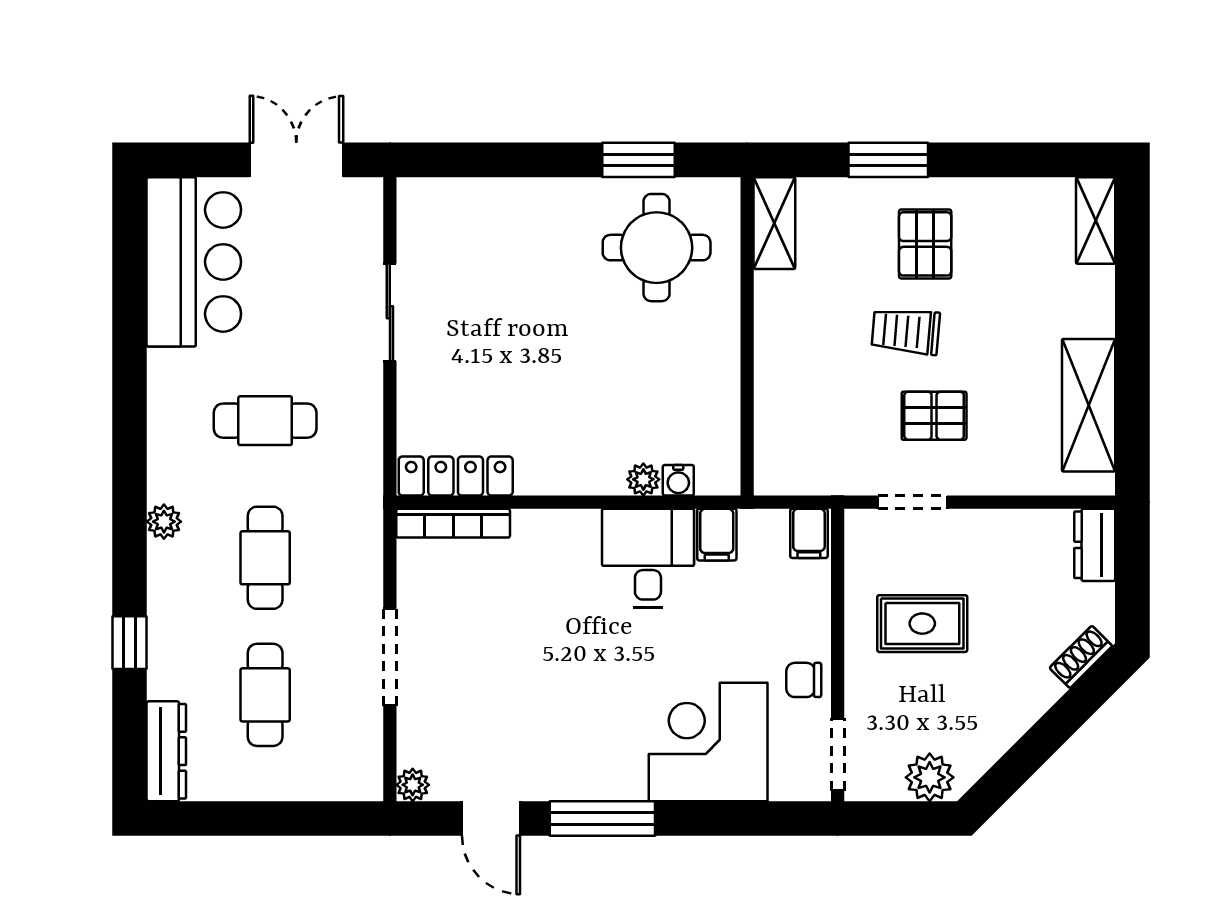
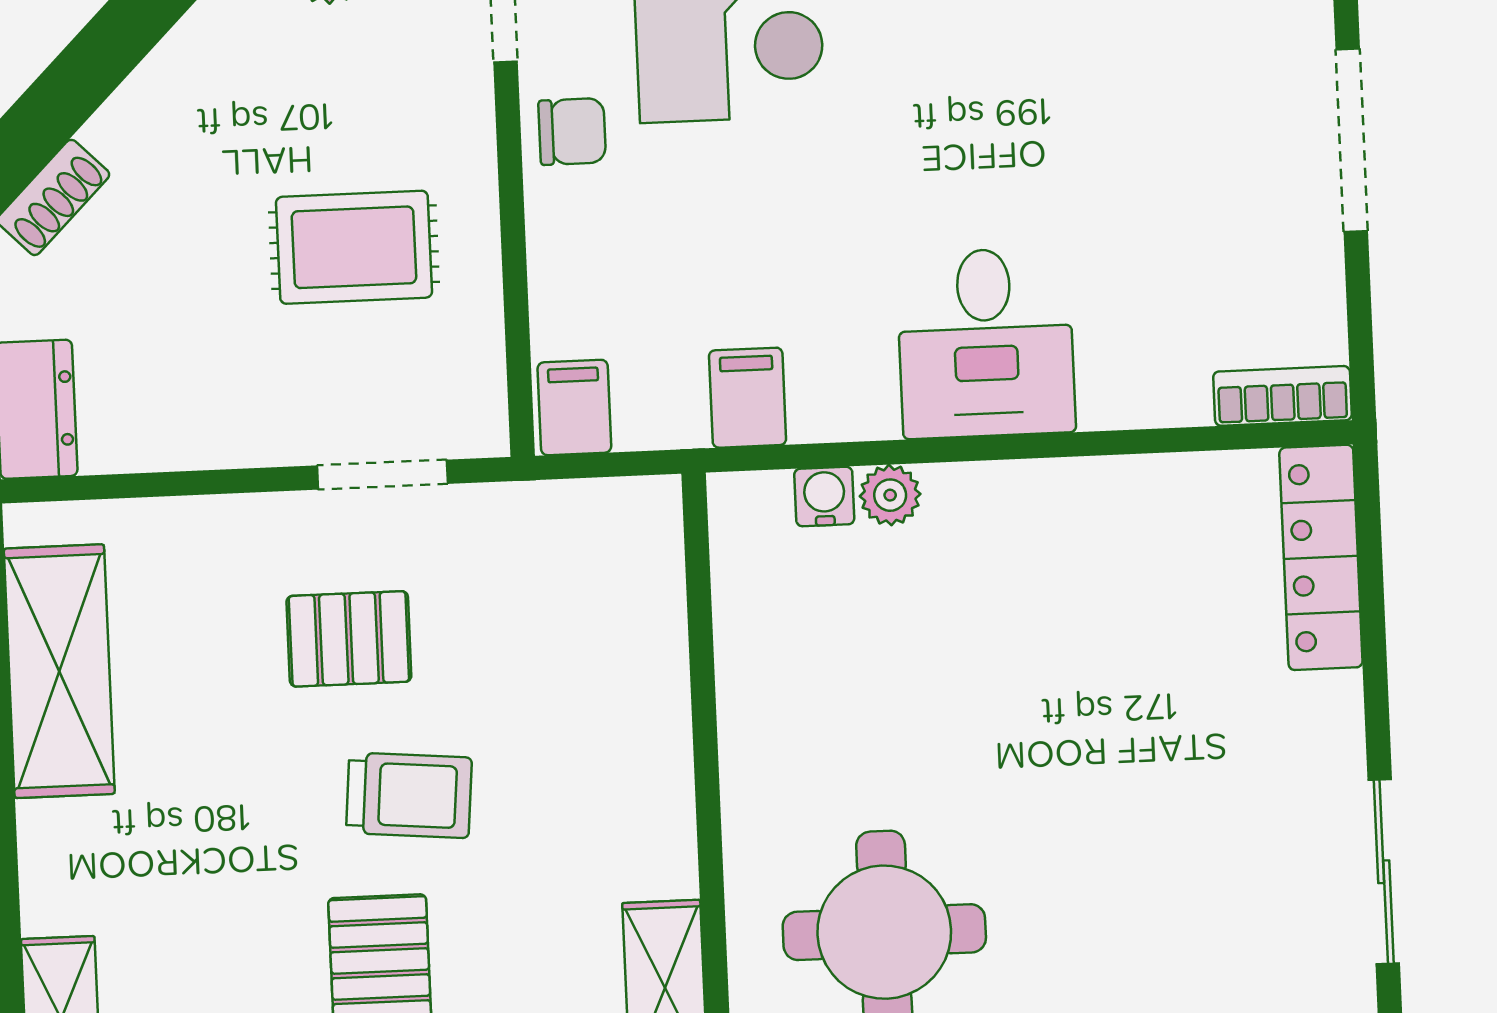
sliding door: (390, 312) -> (1384, 872), moved
locker: (456, 476) -> (1321, 557), moved, turned 90
bookcase: (453, 523) -> (1282, 396), width x0.64
desk: (648, 558) -> (986, 343), moved

